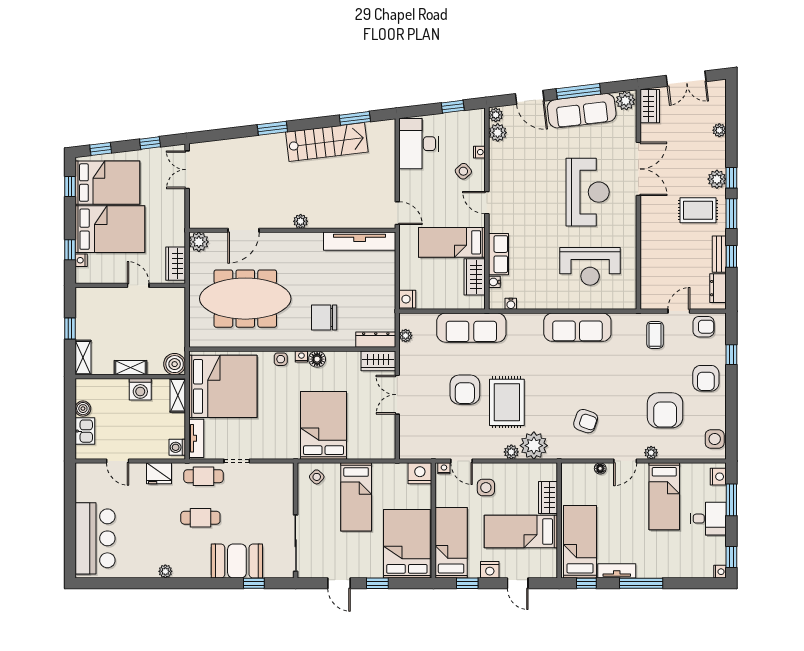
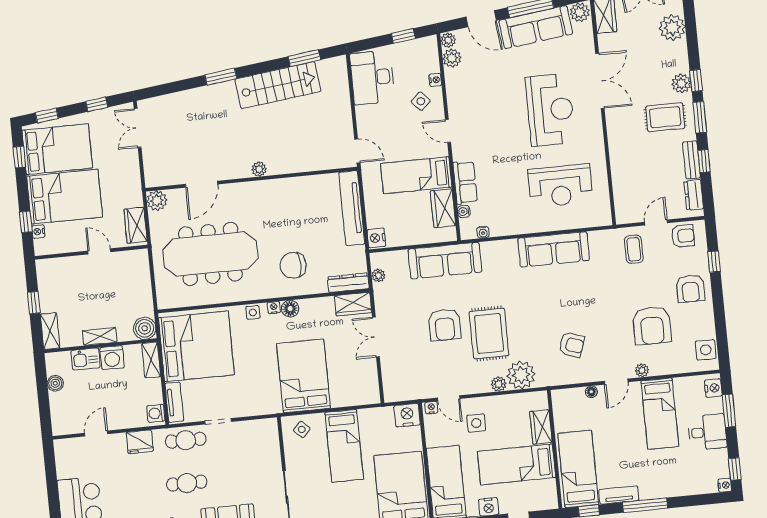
plant: (719, 130) -> (672, 28), width x1.88, depth x1.88
tv unit: (360, 241) -> (352, 208), moved, turned 90
kitchen sink: (85, 431) -> (86, 359), moved, turned 90
door: (118, 461) -> (96, 433), swing flipped

